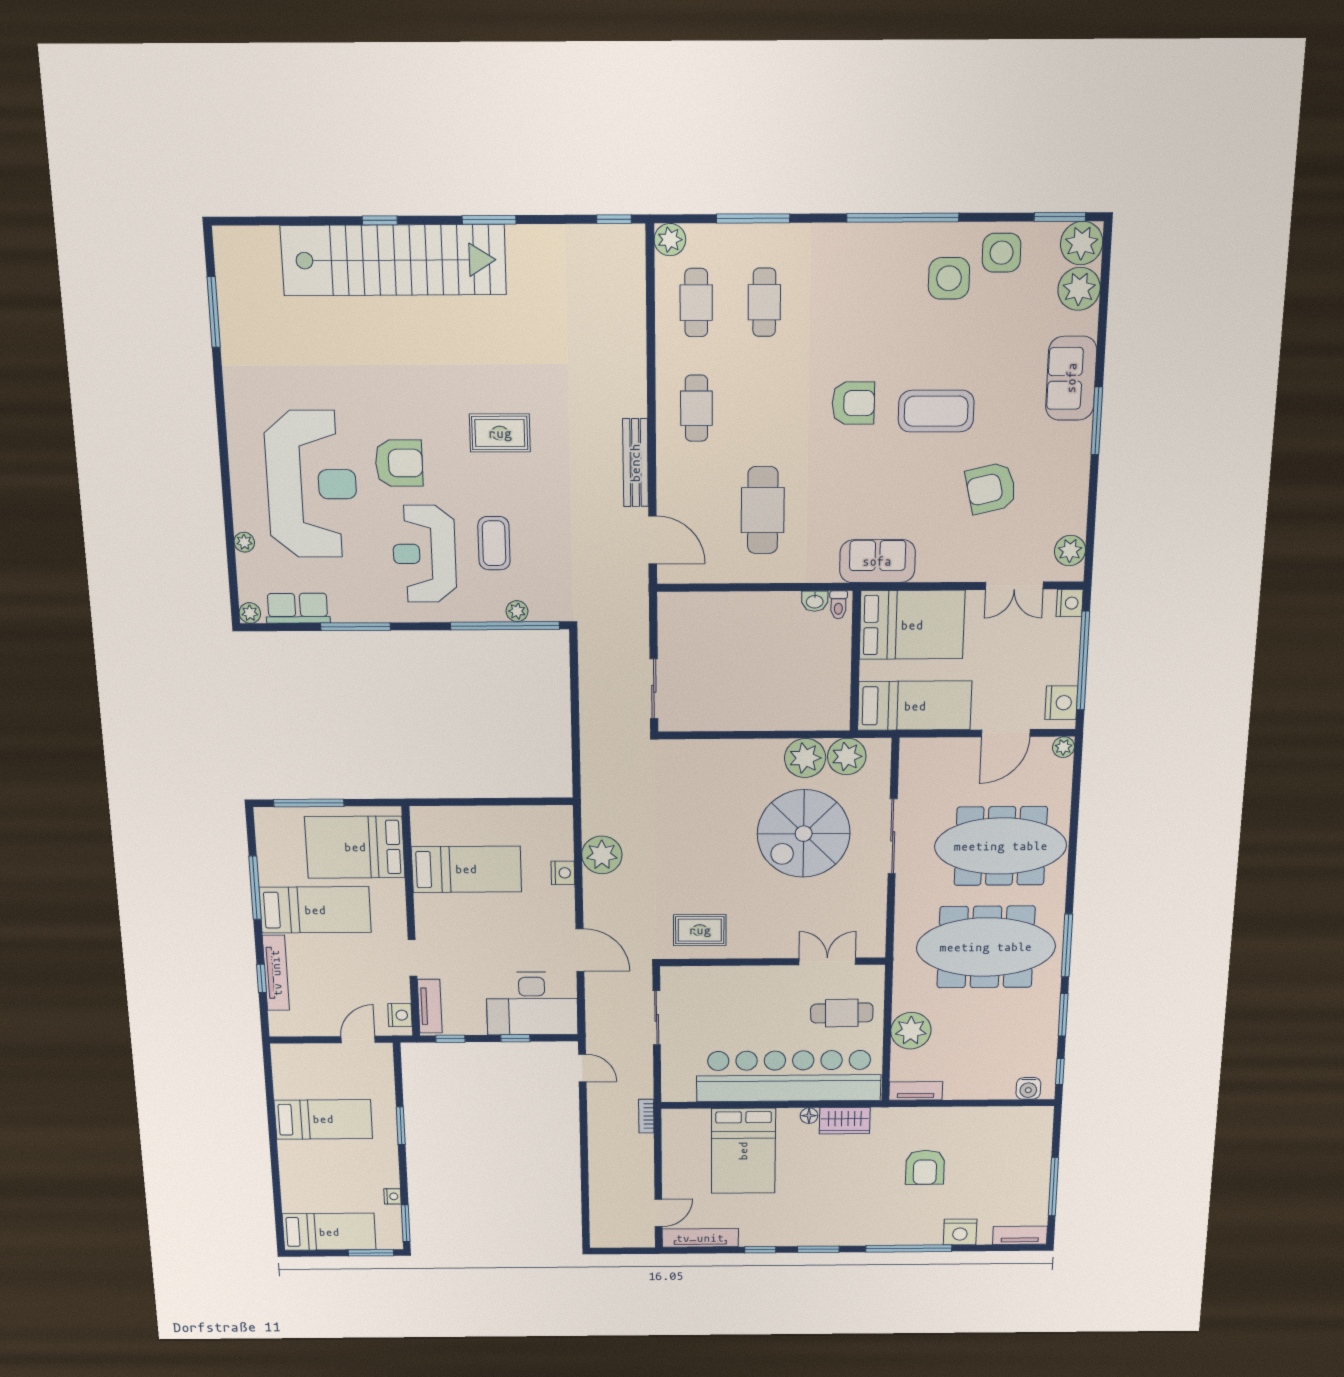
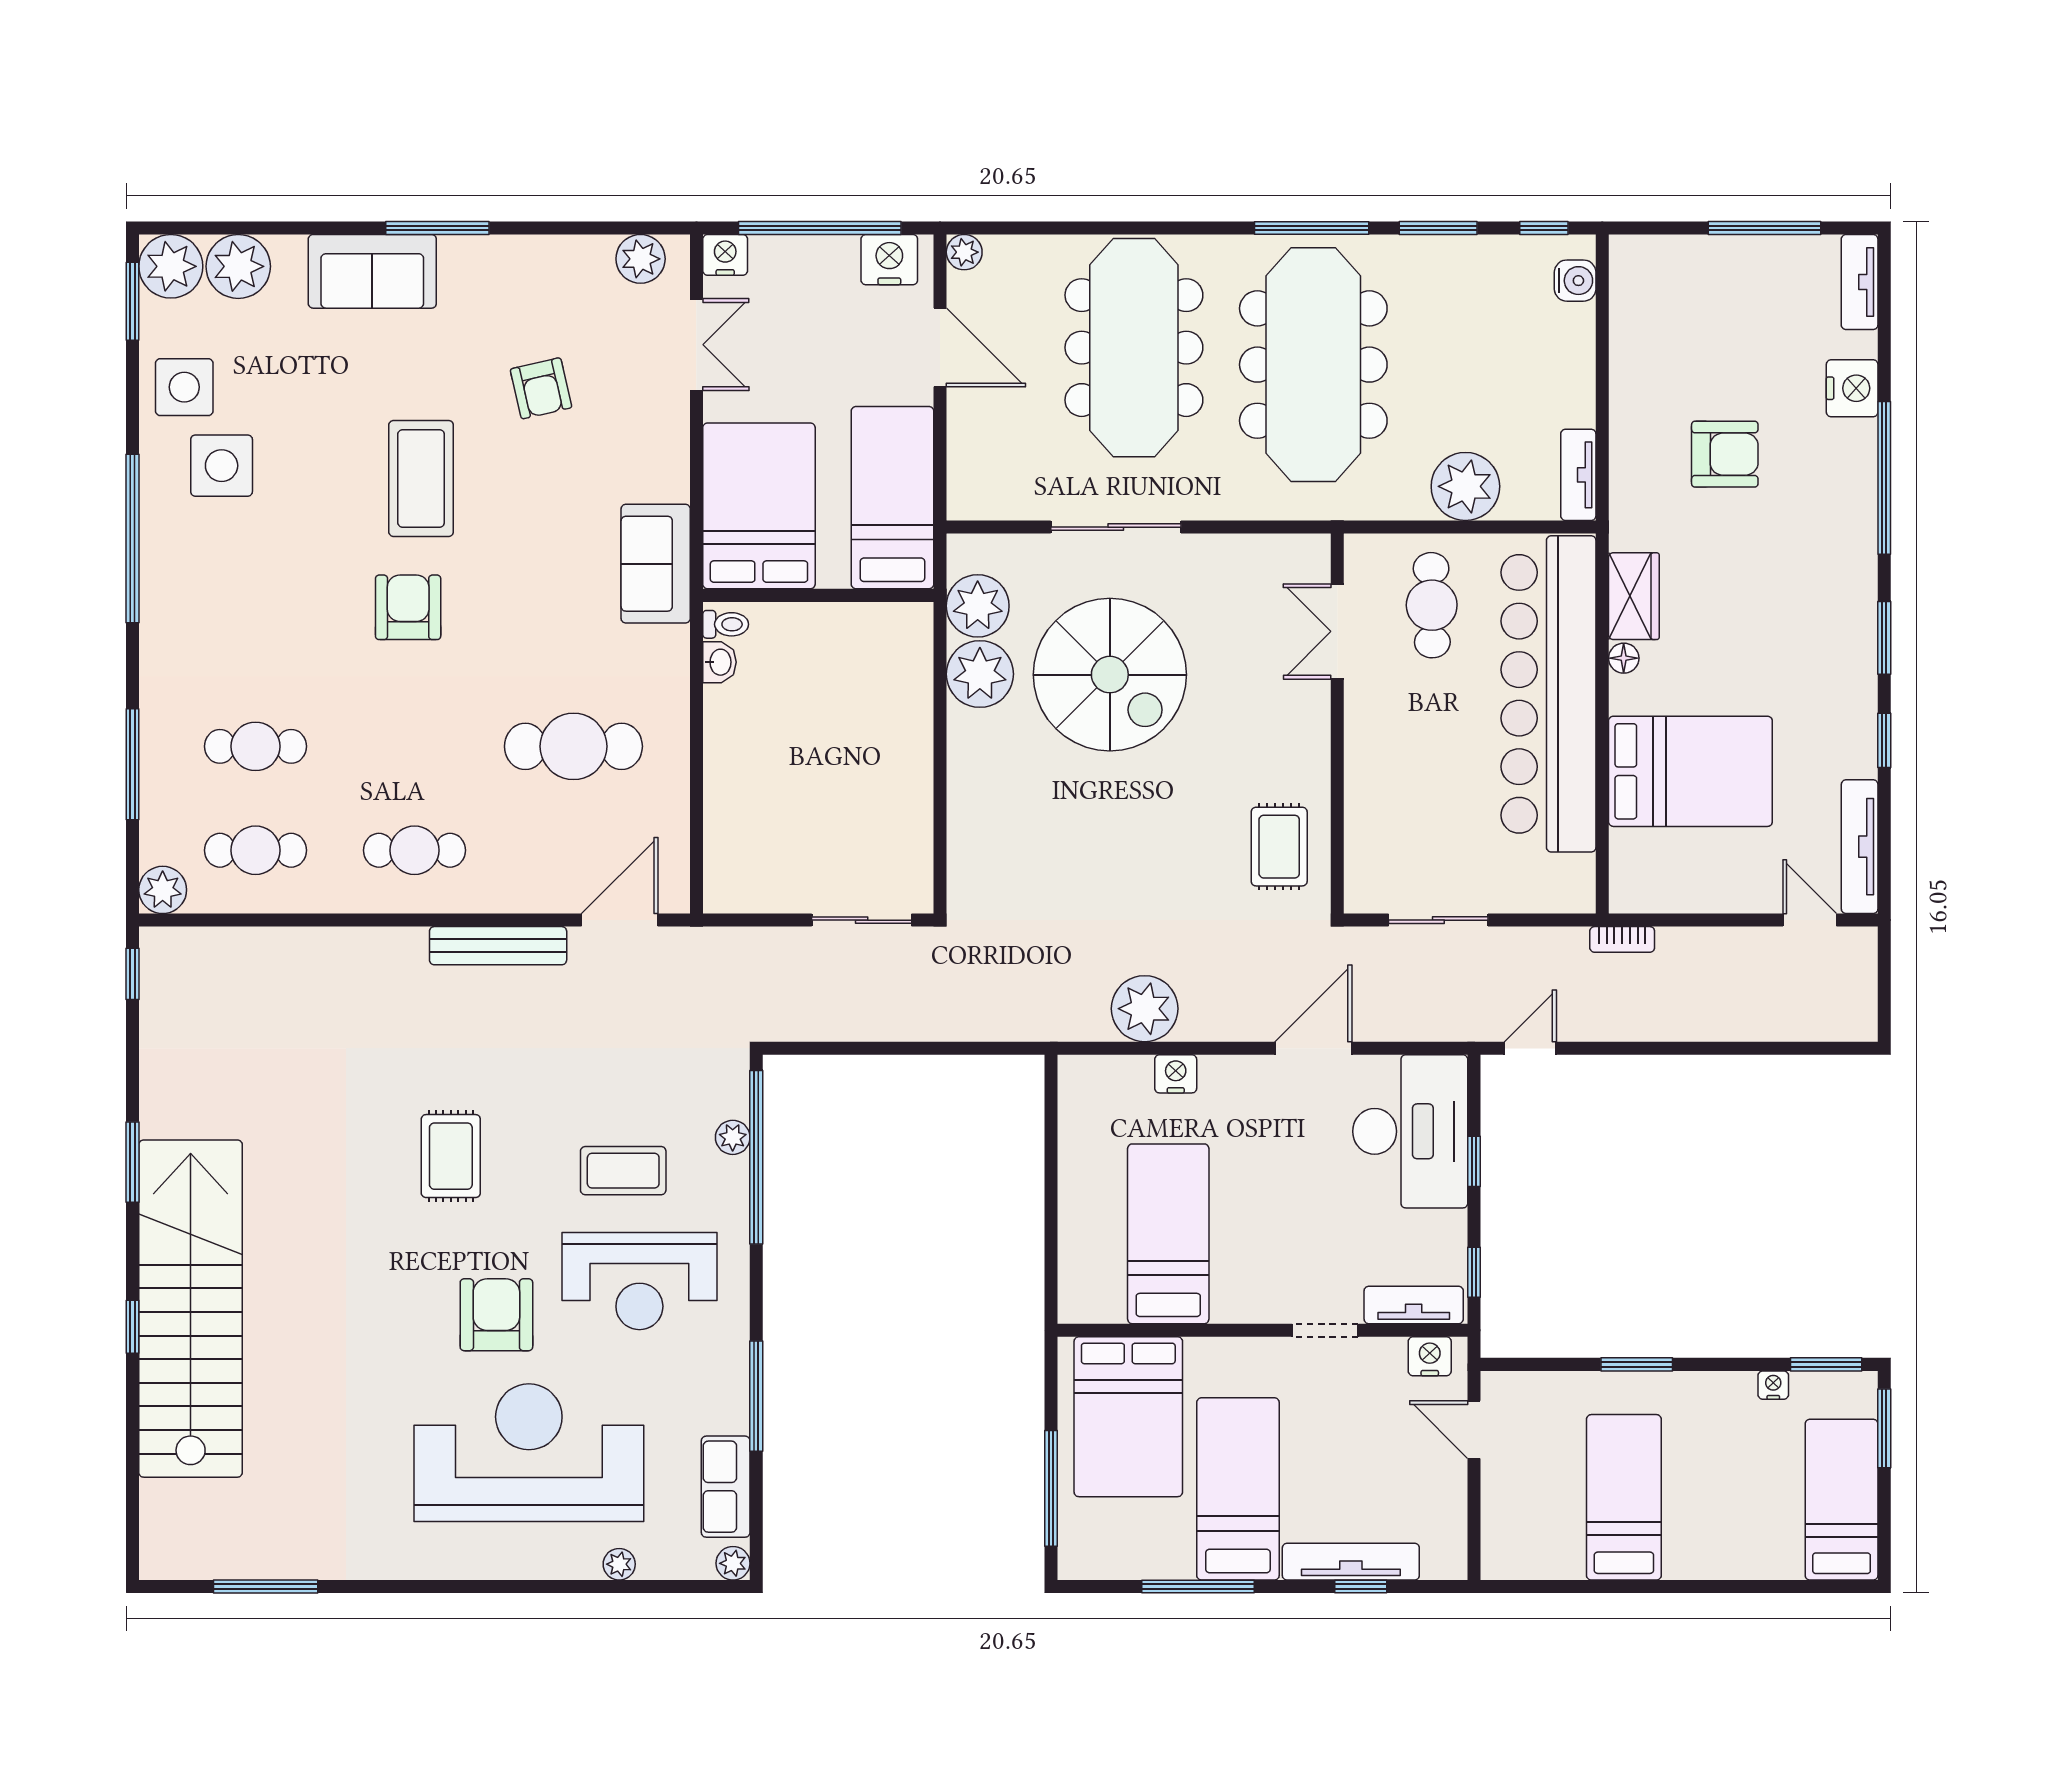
armchair: (991, 488) -> (541, 388), width x0.72, depth x0.72

